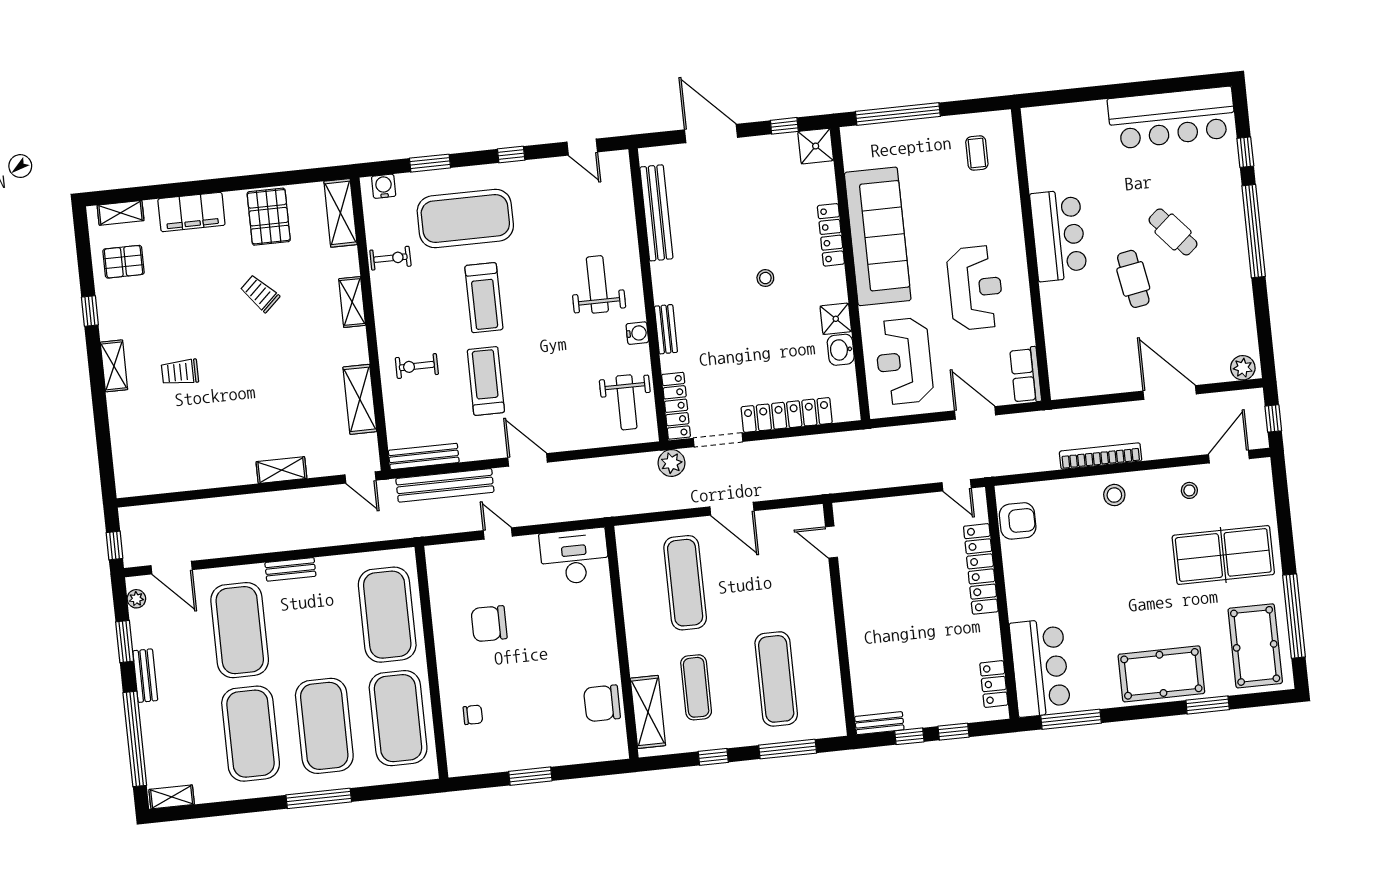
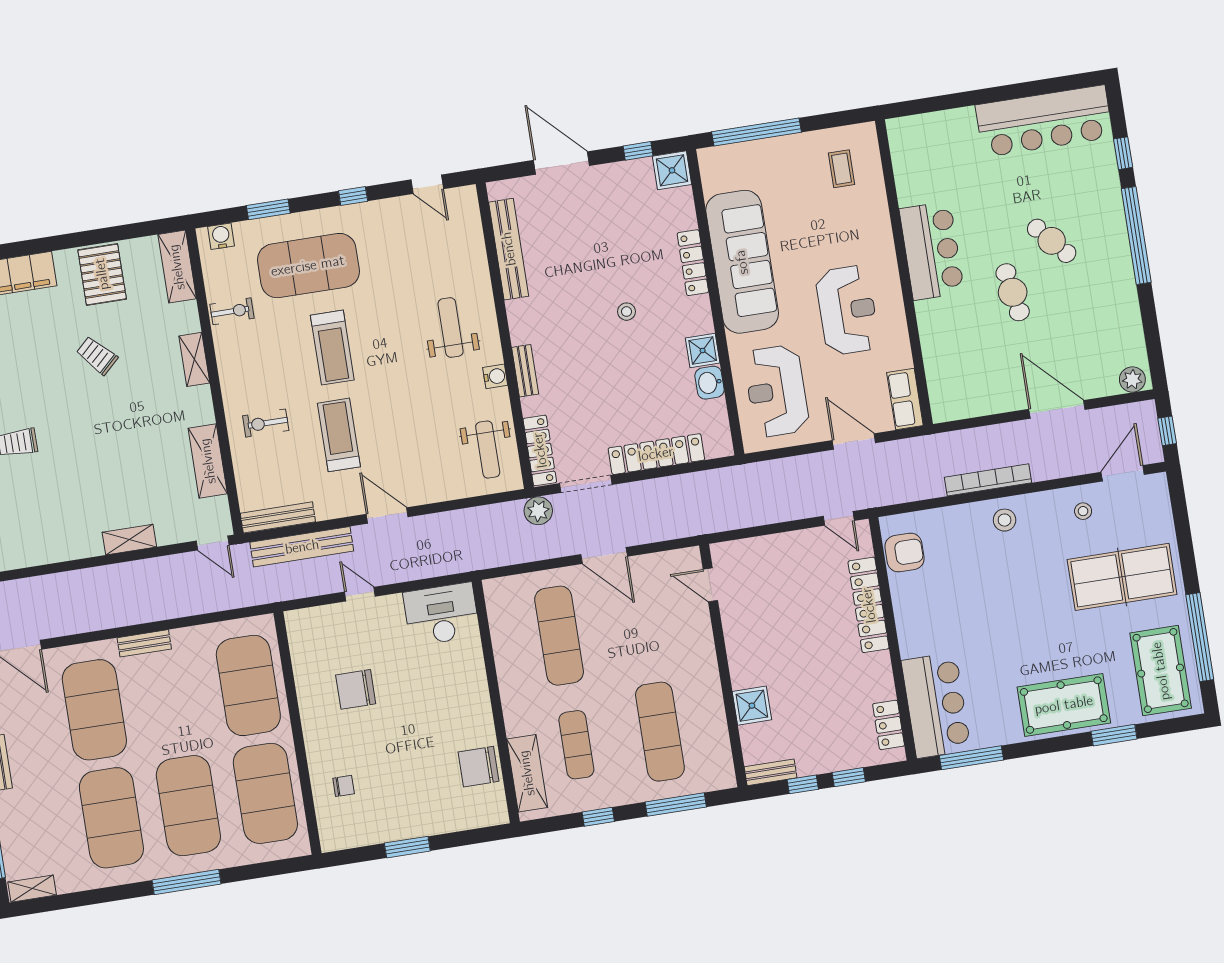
shower: (865, 659) -> (752, 706), added

